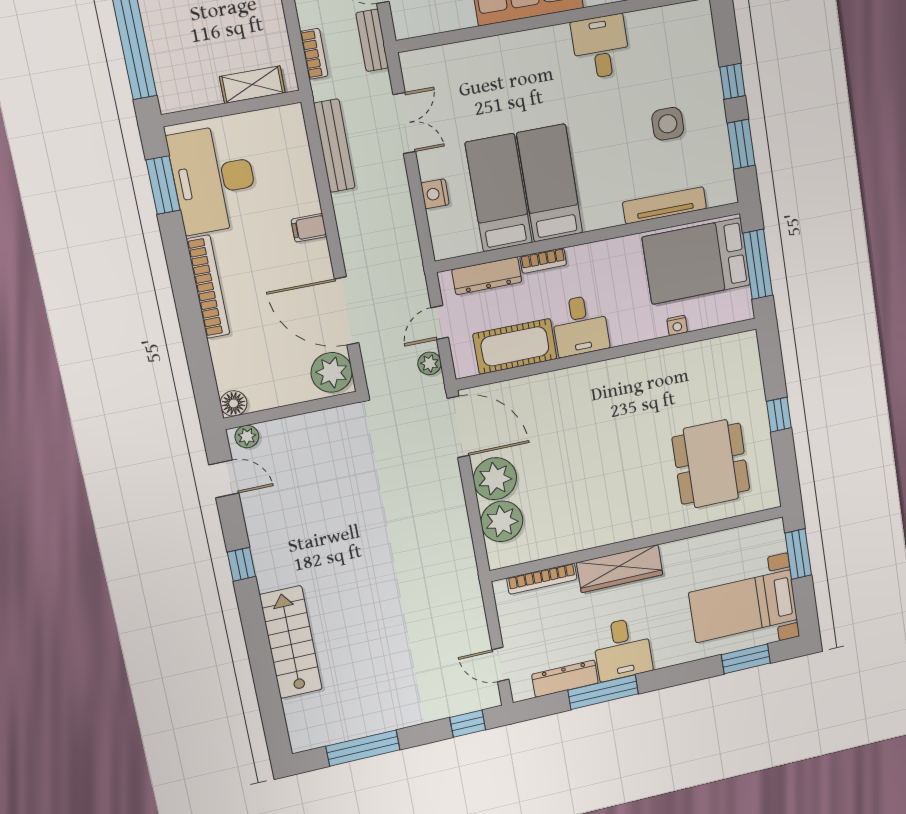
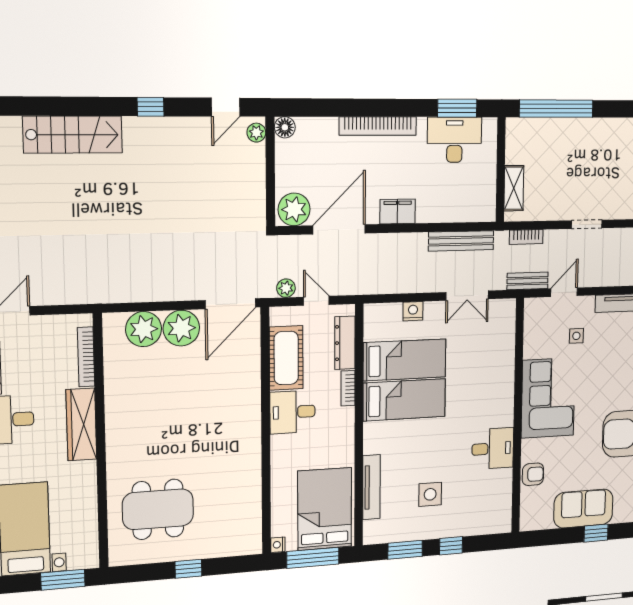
desk: (214, 179) -> (454, 140), width x0.73, depth x0.77
filing cabinet: (309, 228) -> (398, 211), width x2.00
nightstand: (677, 325) -> (278, 545), moved

